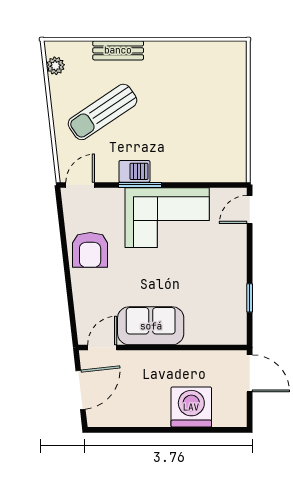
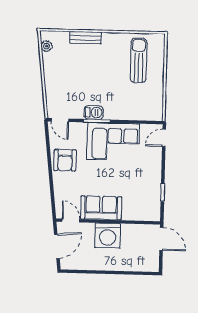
sun lounger: (103, 112) -> (139, 60), moved, turned 124
door: (80, 185) -> (60, 120), swing flipped
door: (102, 347) -> (71, 221), hinge flipped
washing machine: (191, 407) -> (108, 236), moved, turned 180

